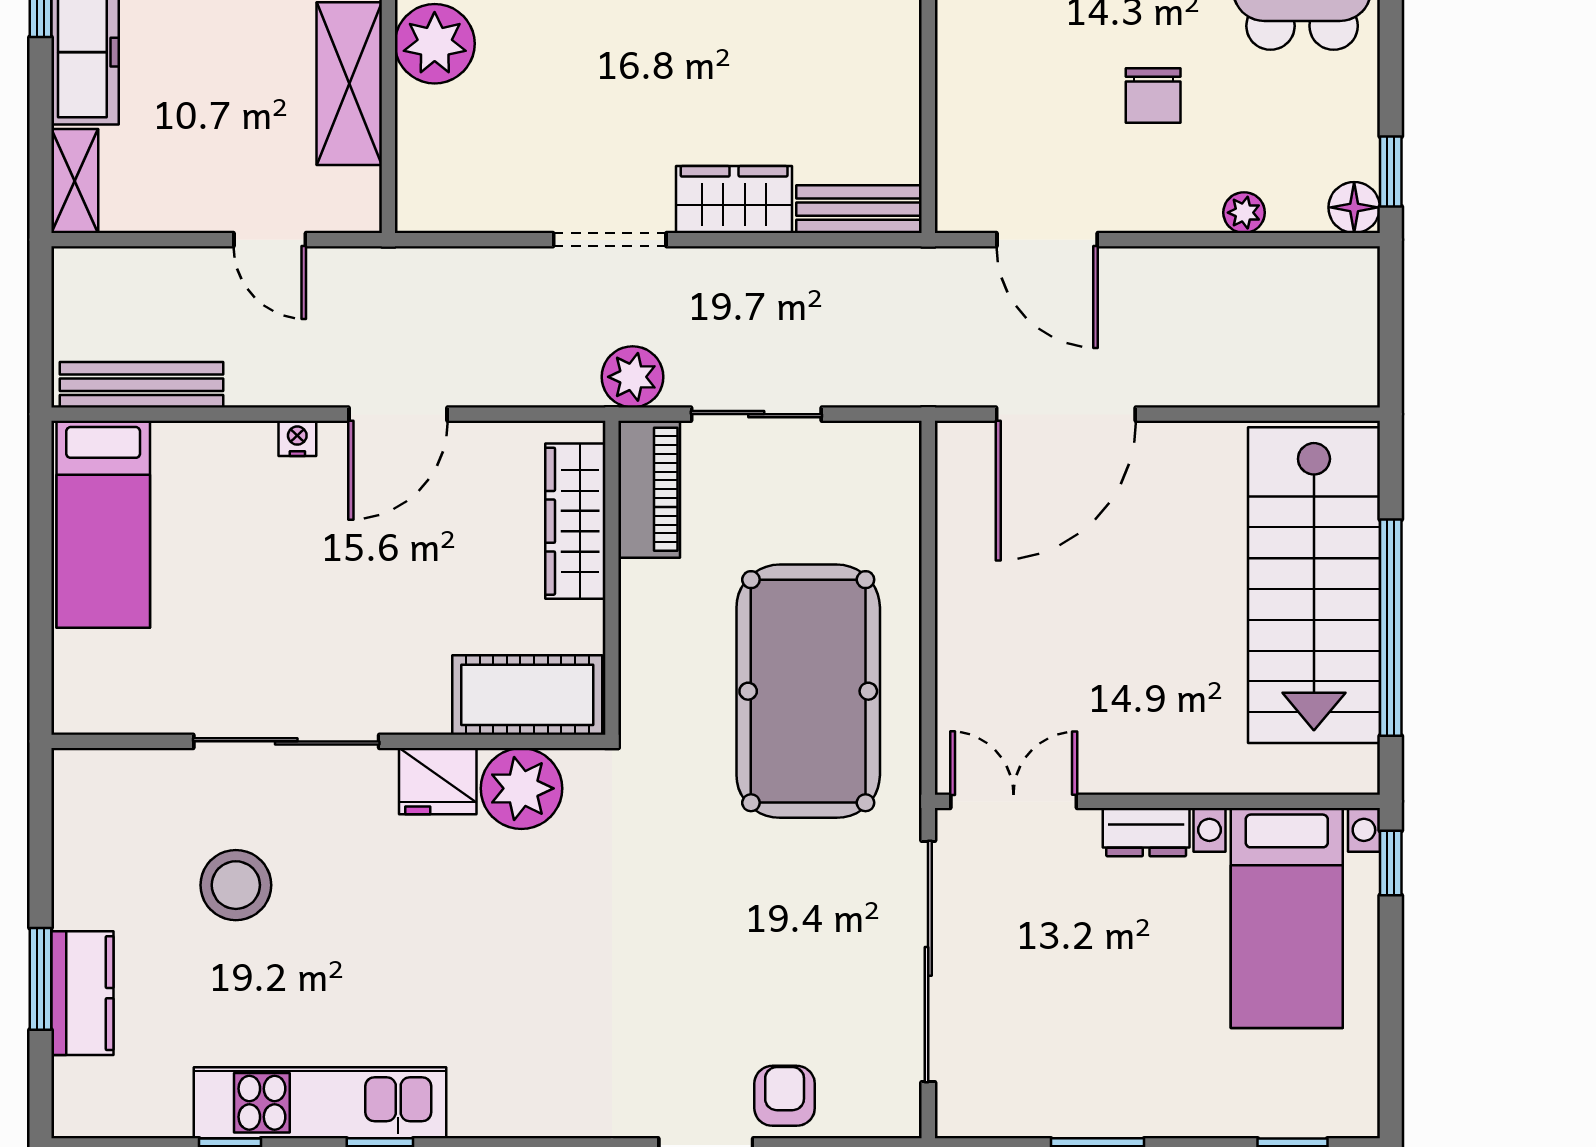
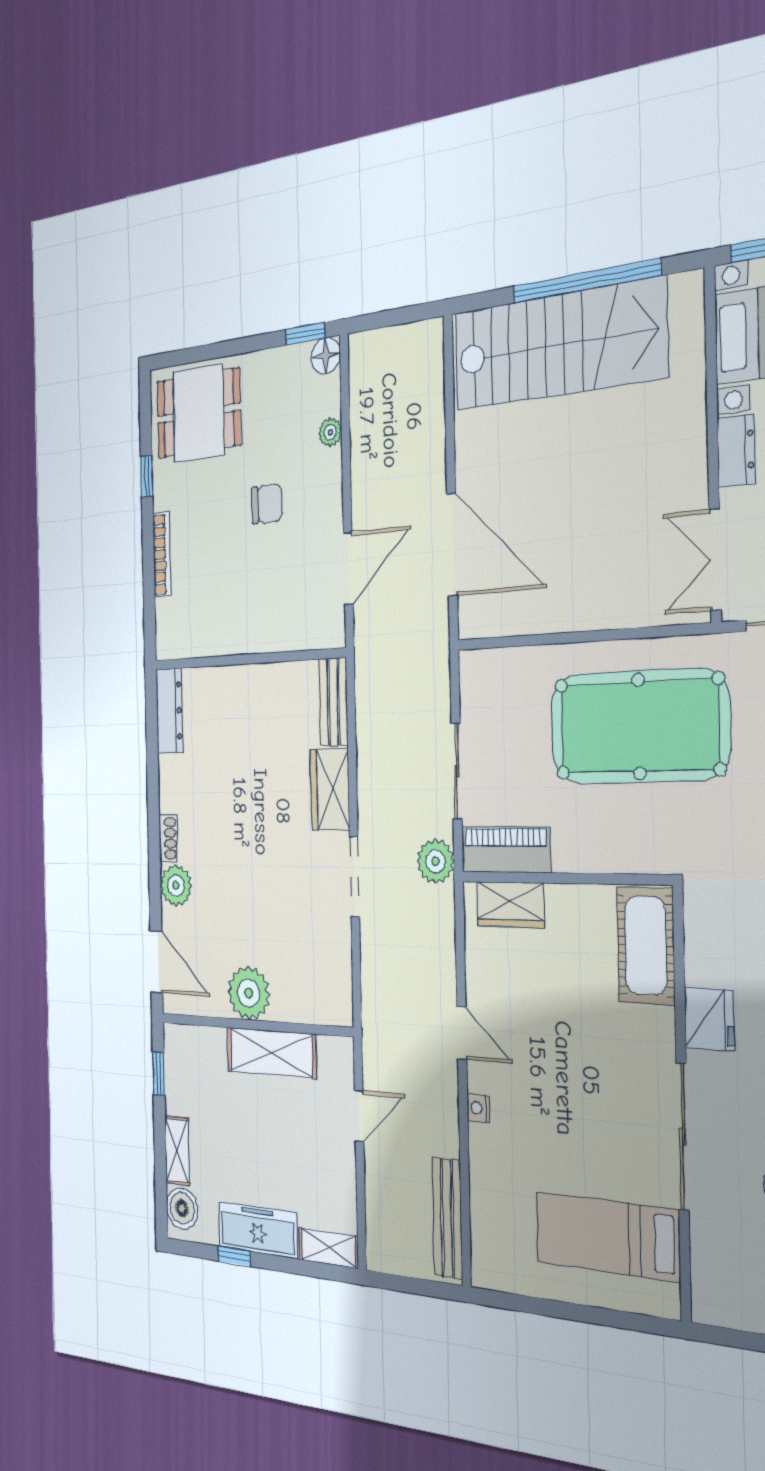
door: (398, 414) -> (462, 1033), width x0.73
wardrobe: (575, 521) -> (510, 905), width x0.67
bed: (103, 524) -> (607, 1236), moved, turned 180
plant: (521, 788) -> (713, 953), removed

